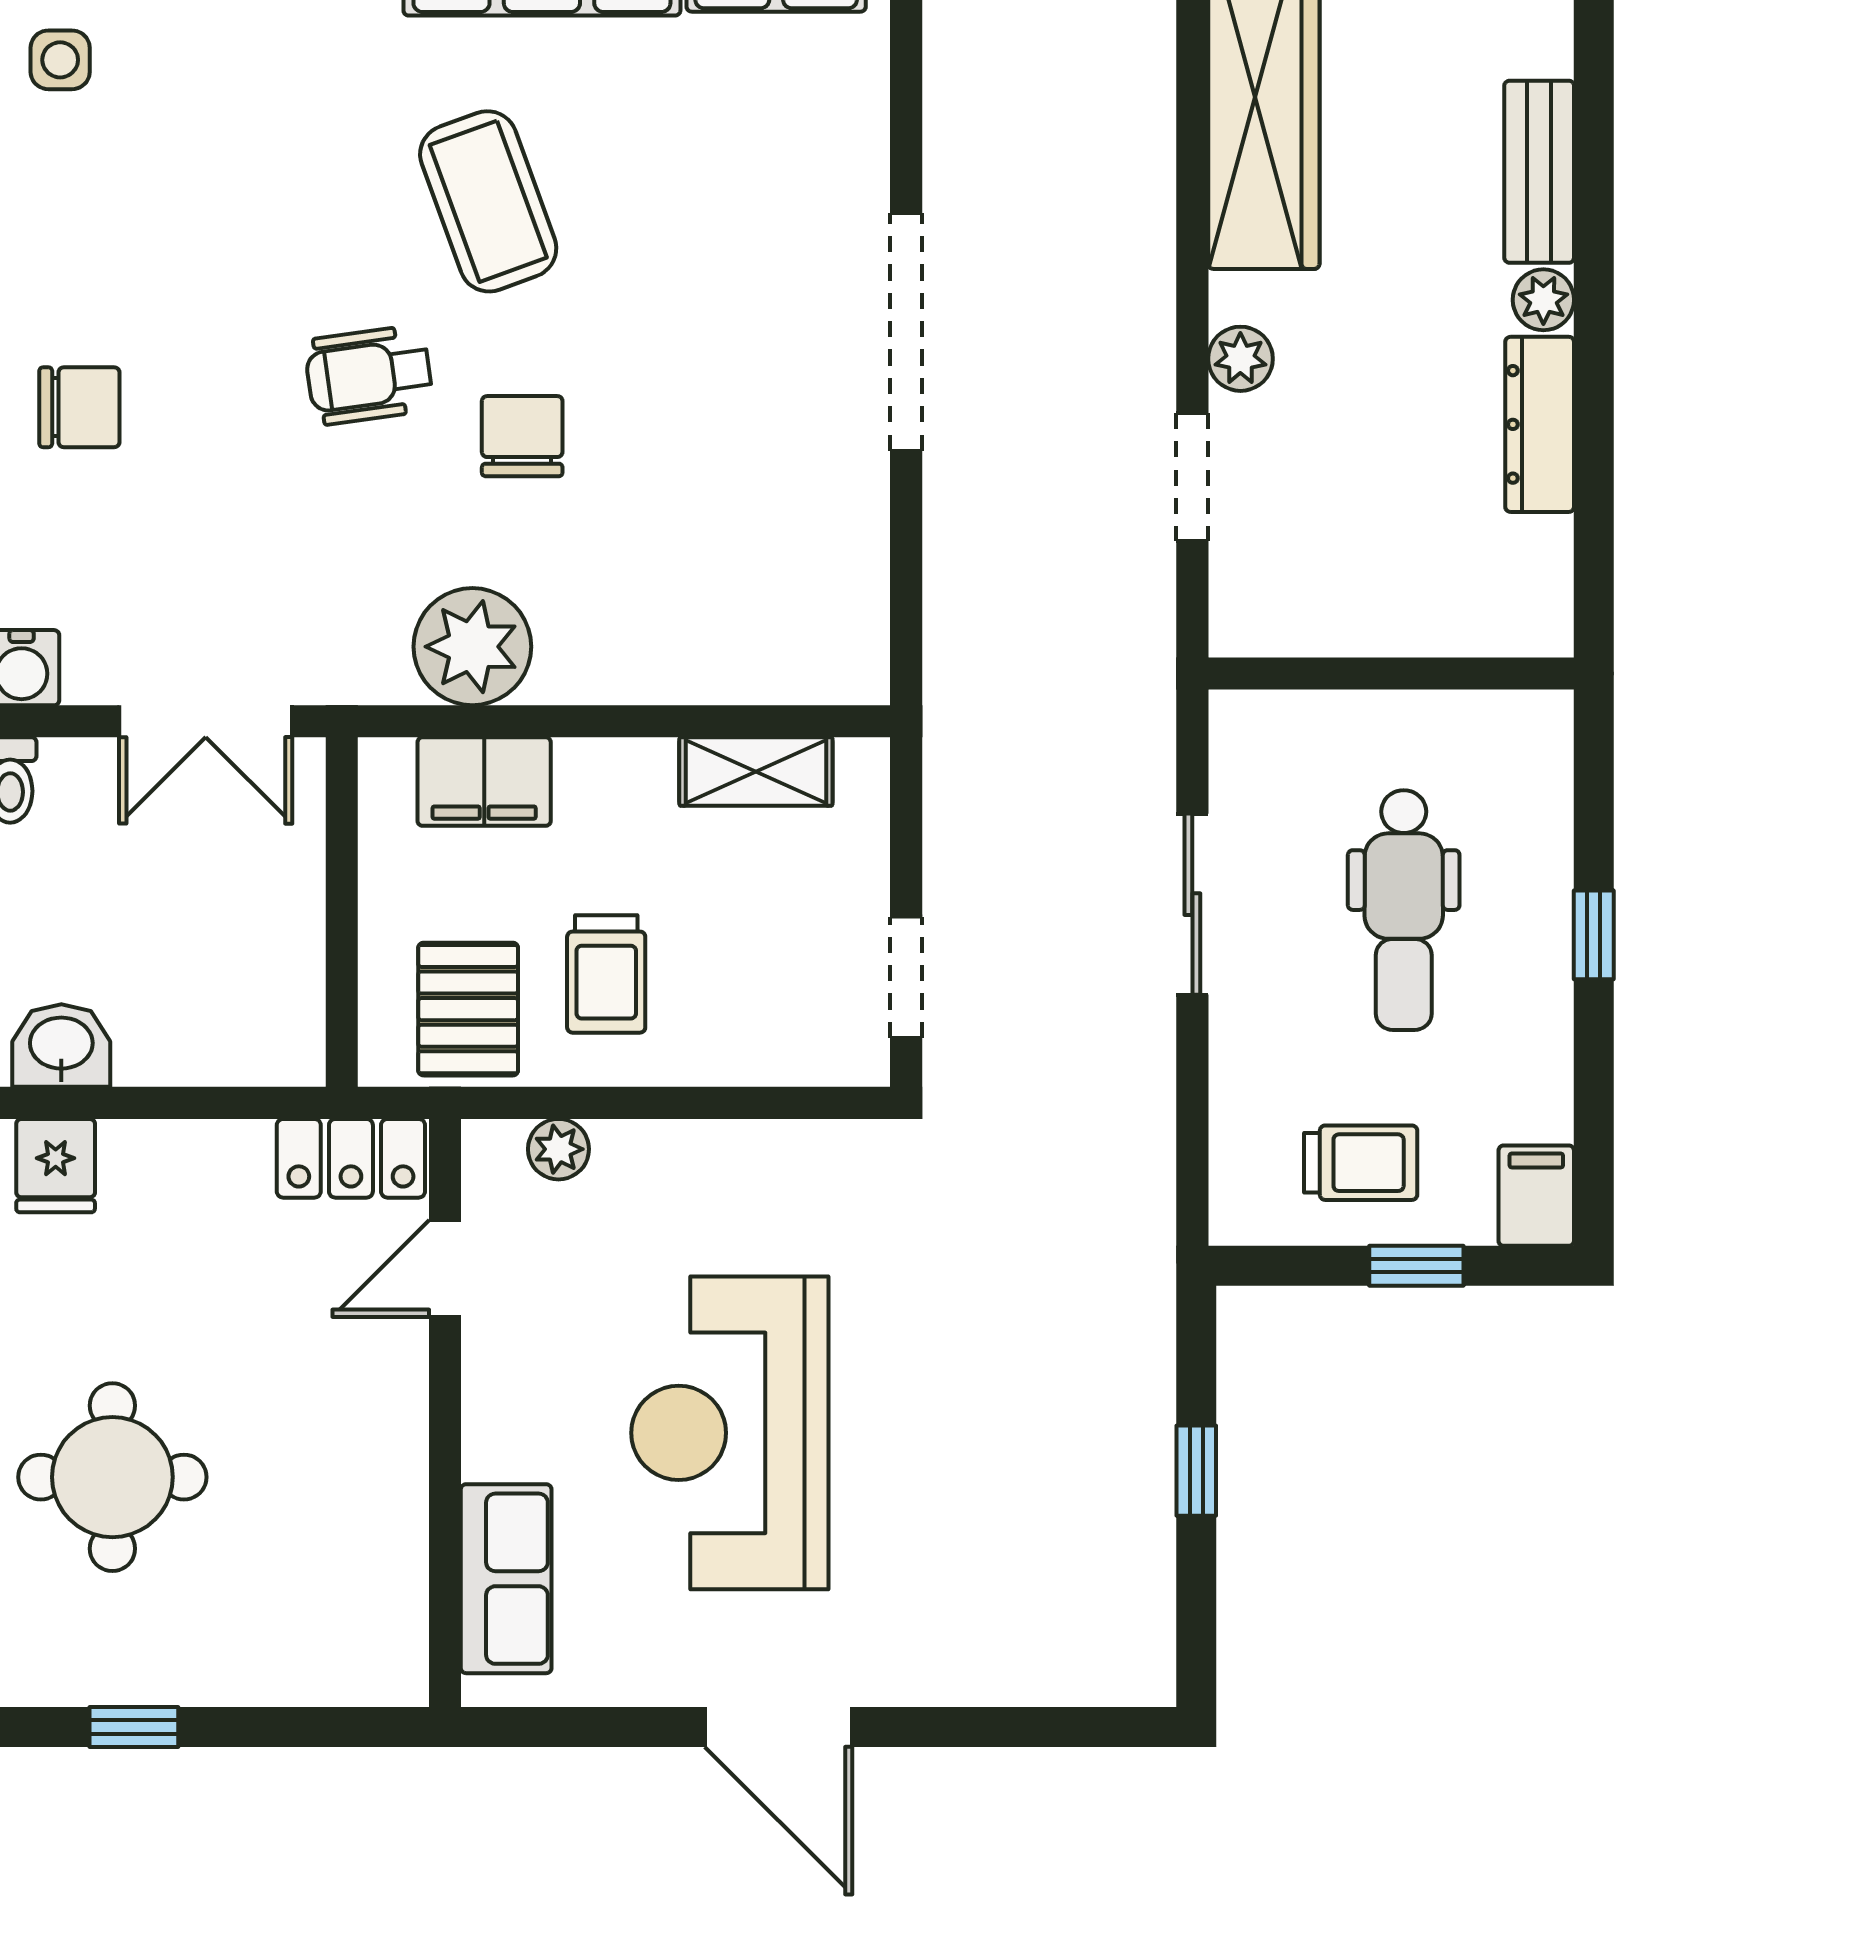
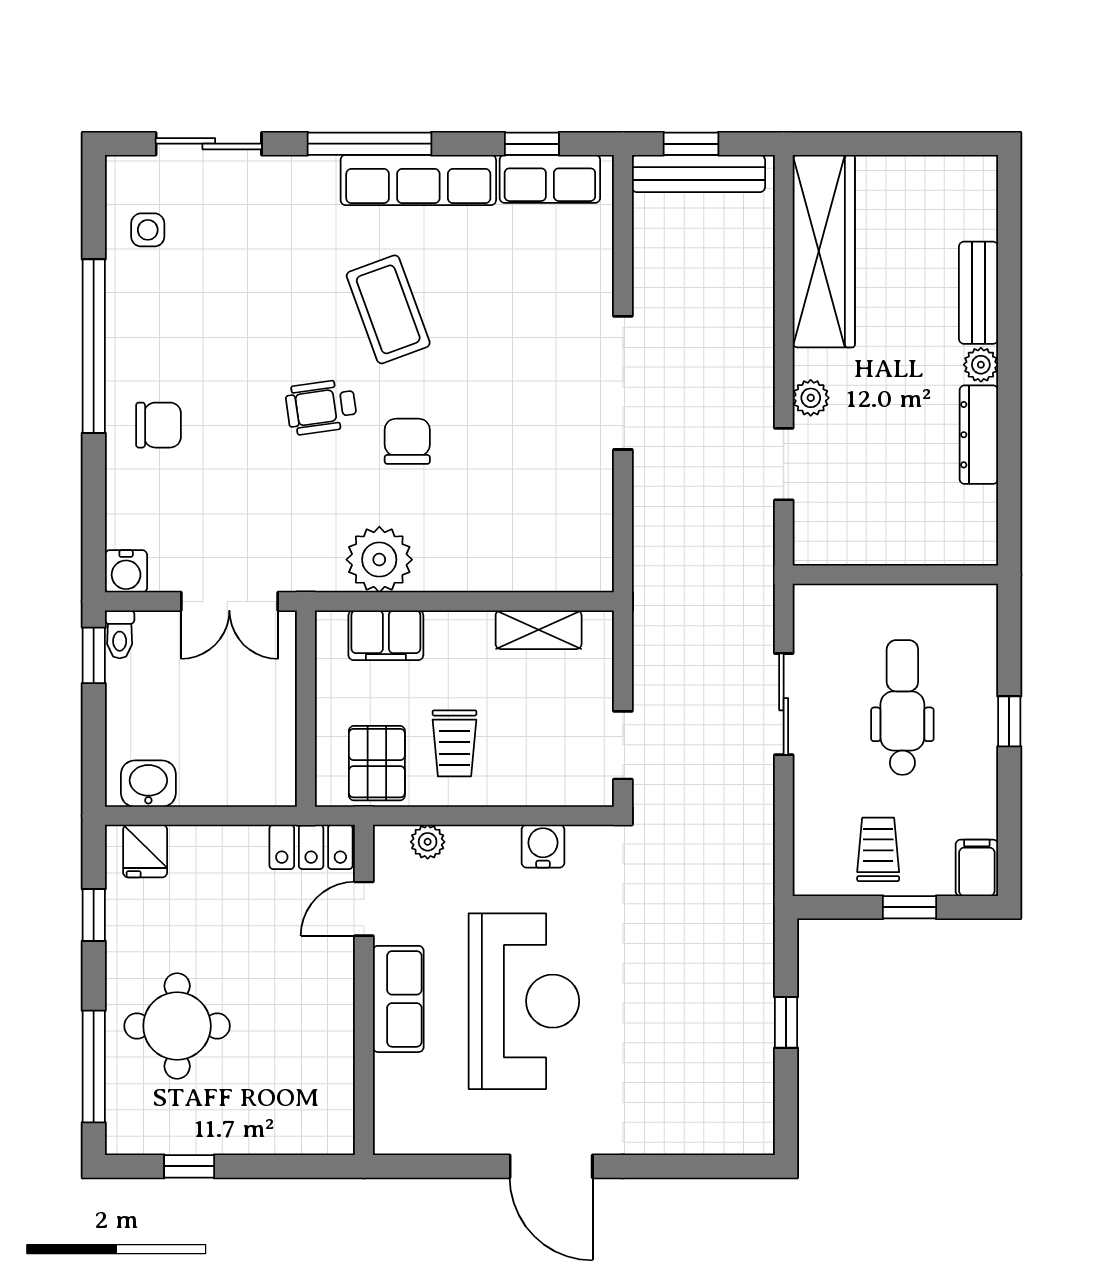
dental chair: (1404, 910) -> (902, 707), turned 180
water cooler: (764, 1157) -> (543, 846), added
trolley: (1361, 1163) -> (878, 849), turned -90
reception desk: (730, 1433) -> (524, 1001), turned 180
row of seats: (506, 1579) -> (398, 999), moved

